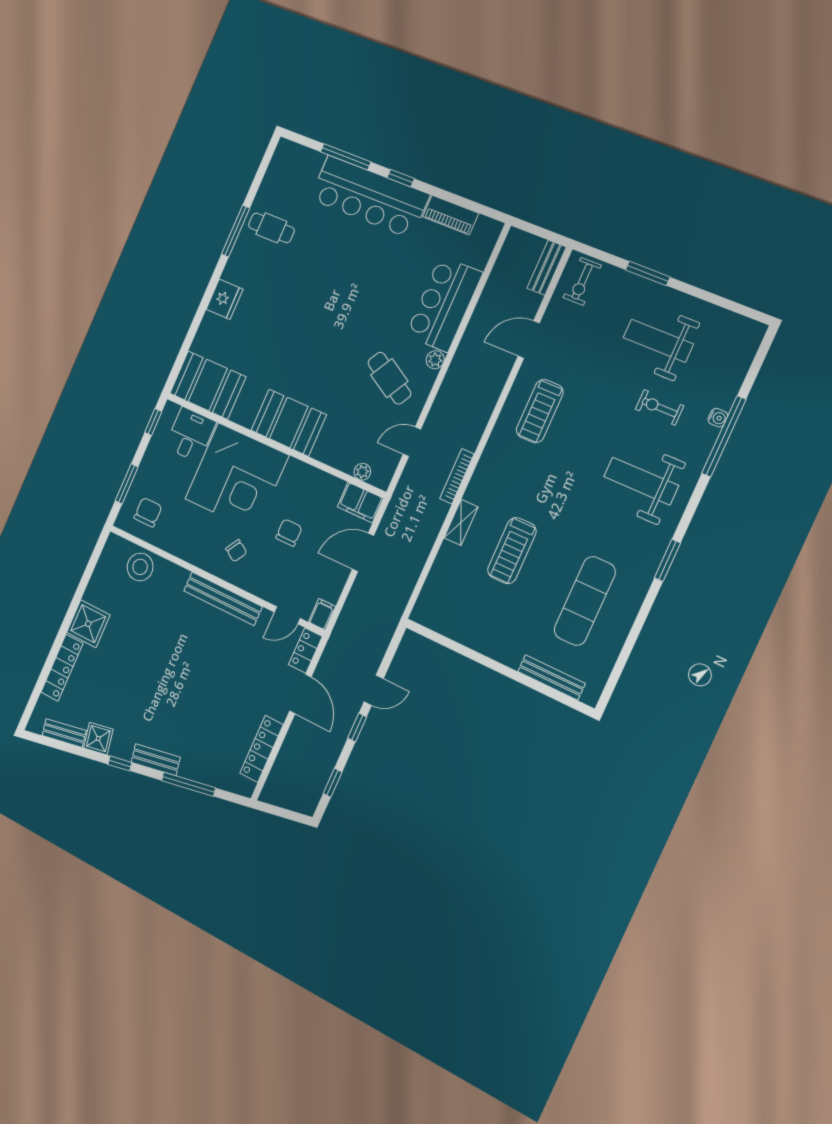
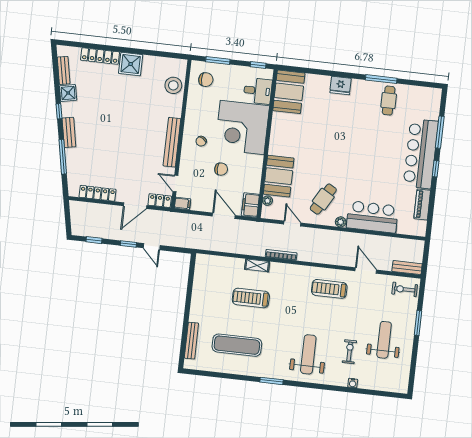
booth: (289, 423) -> (279, 176), moved
window: (724, 436) -> (344, 389), removed

